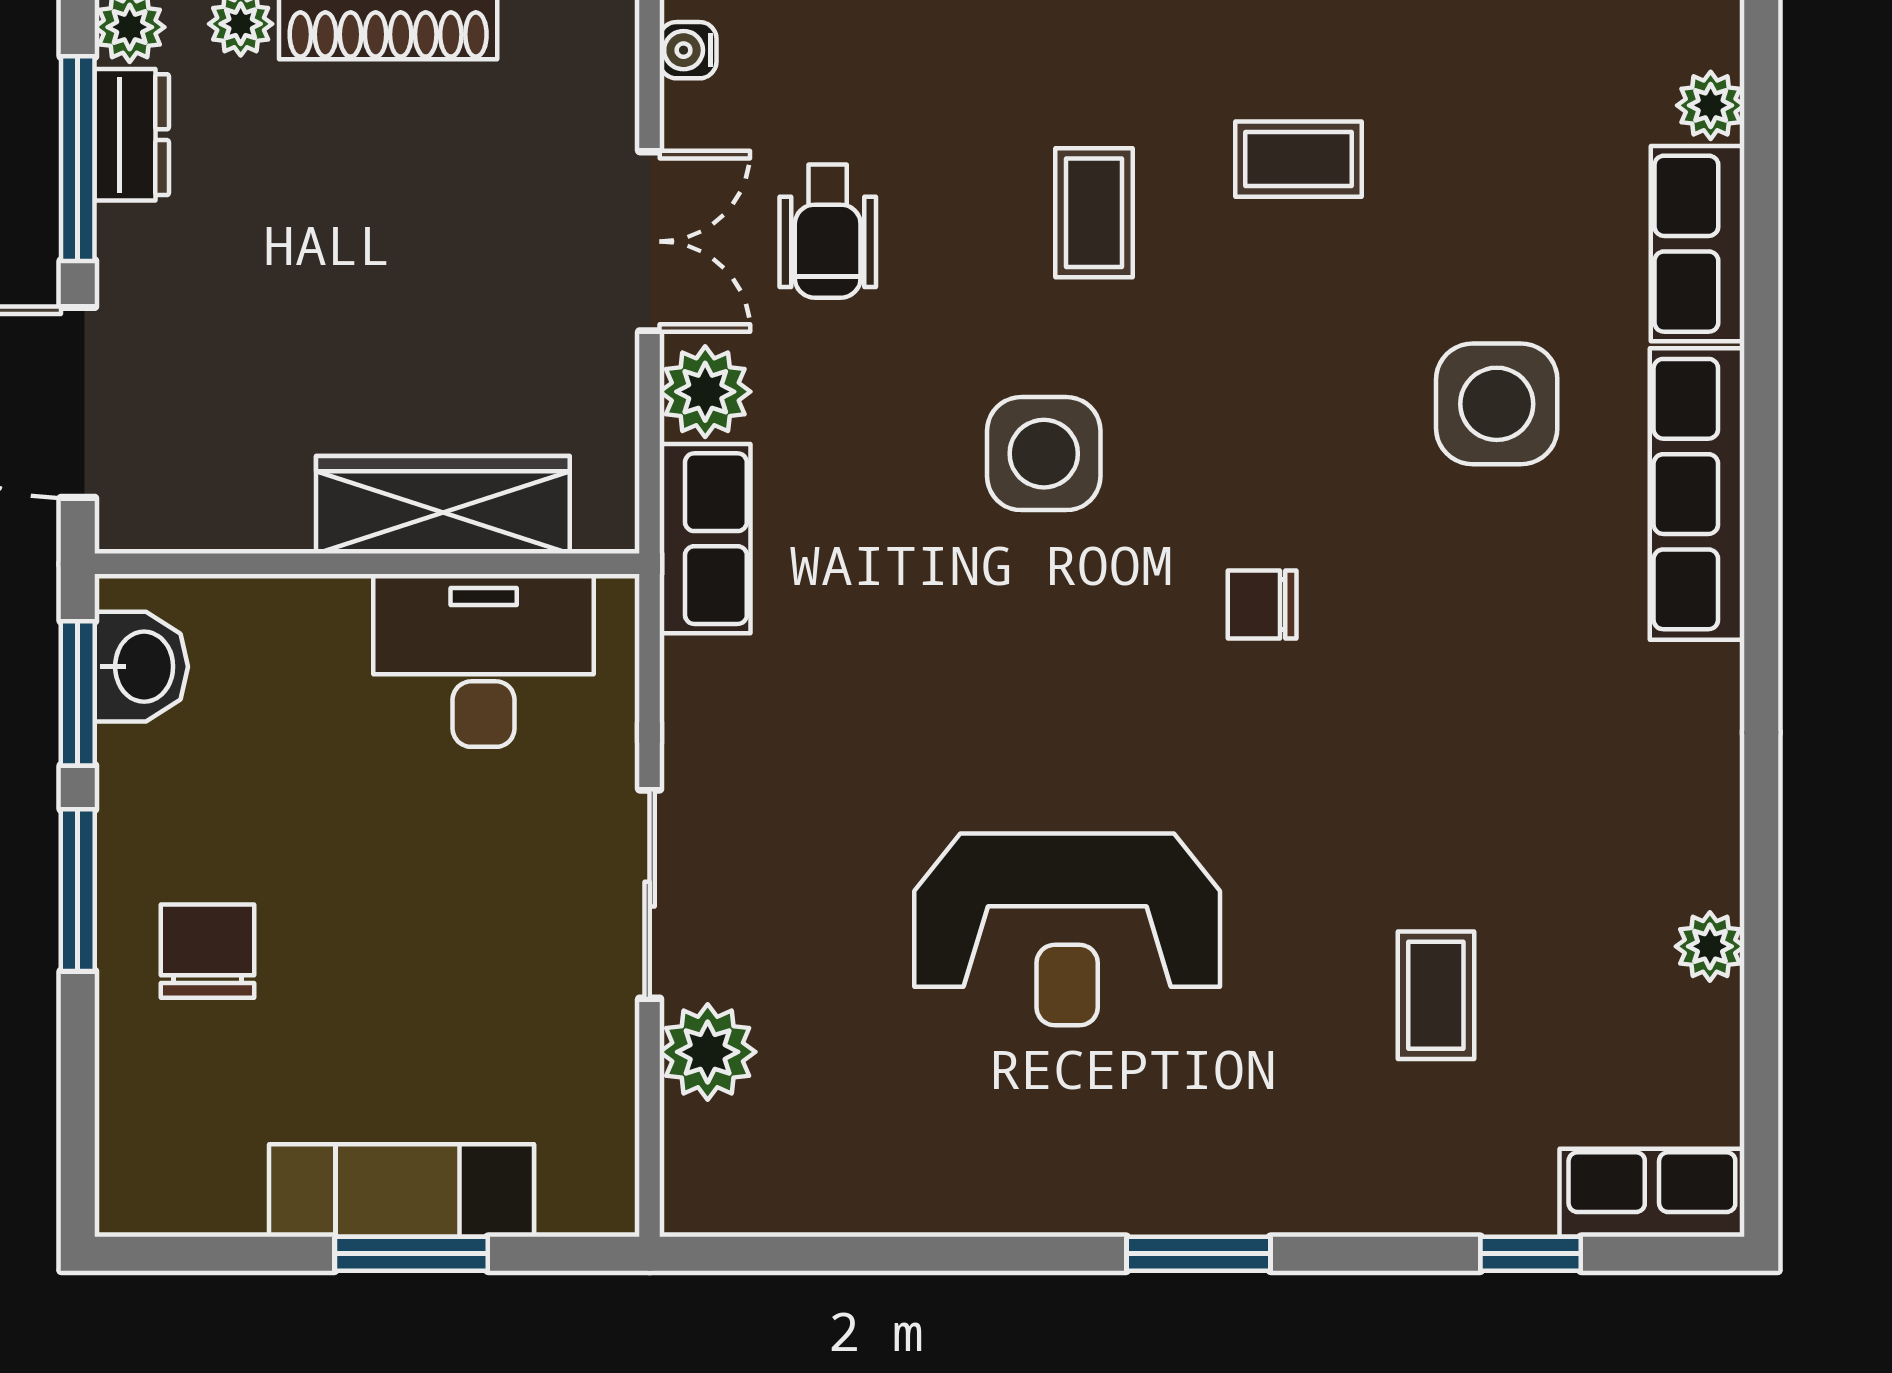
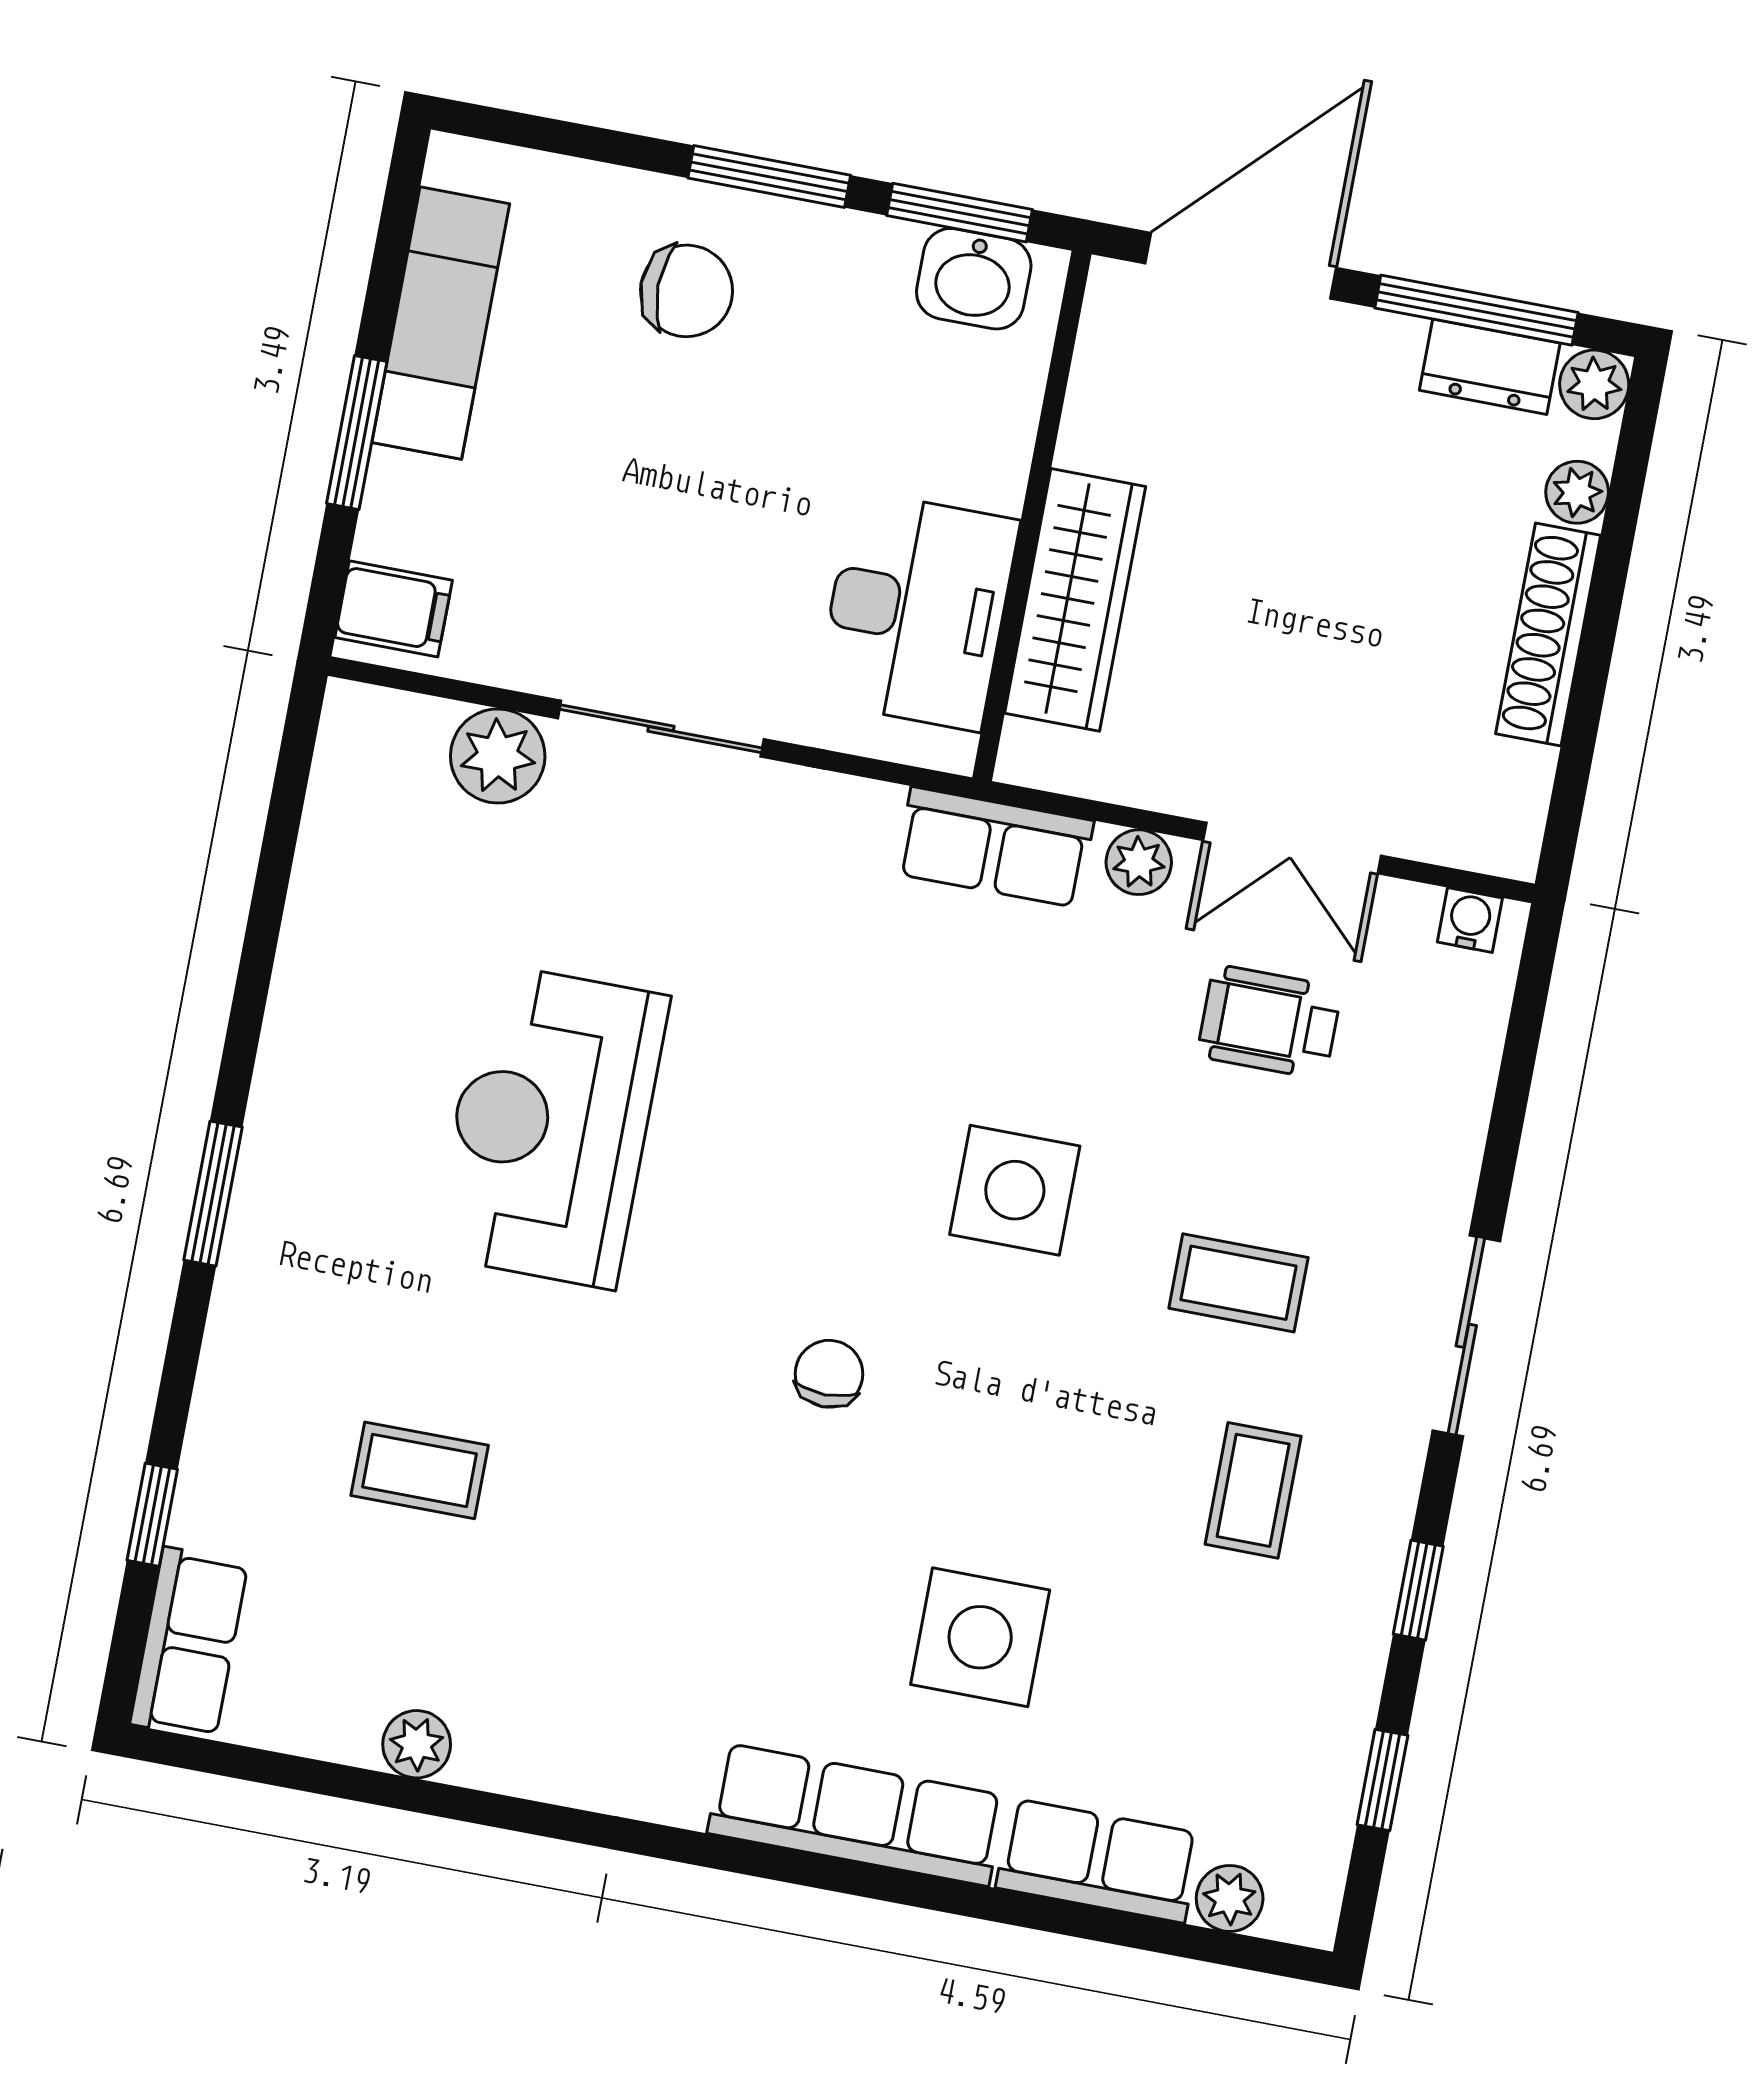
plant: (705, 392) -> (1139, 862), width x0.73, depth x0.73
filing cabinet: (580, 1184) -> (394, 609), added
exam couch: (401, 1191) -> (441, 323), moved

